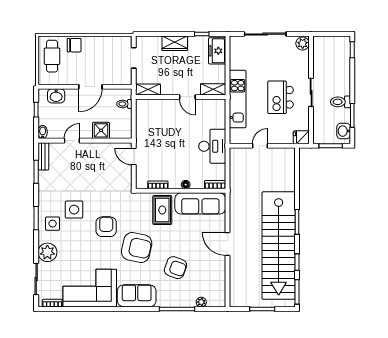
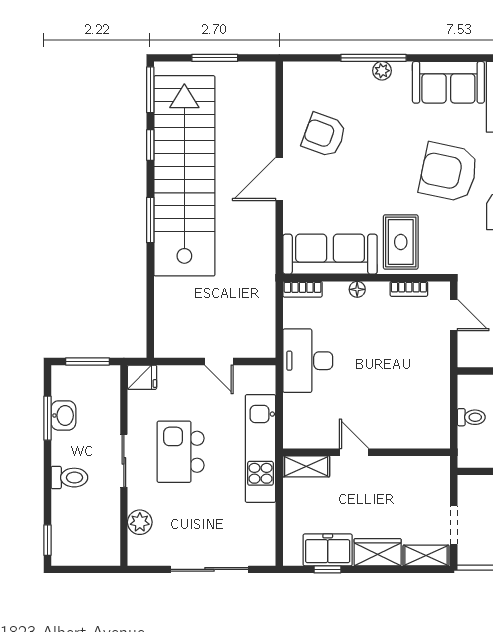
plant: (303, 43) -> (140, 522), moved
freezer: (217, 51) -> (328, 550), moved, turned -90
shelving: (148, 90) -> (426, 555), moved
kitchen island: (281, 97) -> (181, 452), turned 180
toilet: (340, 102) -> (69, 478), moved
toilet: (124, 104) -> (471, 417), moved
washbasin: (344, 131) -> (63, 415), moved
door: (260, 146) -> (219, 361), hinge flipped
door: (134, 157) -> (454, 315), moved
door: (228, 244) -> (279, 179), swing flipped
armchair: (176, 268) -> (324, 135), moved
plant: (201, 302) -> (382, 71), moved

